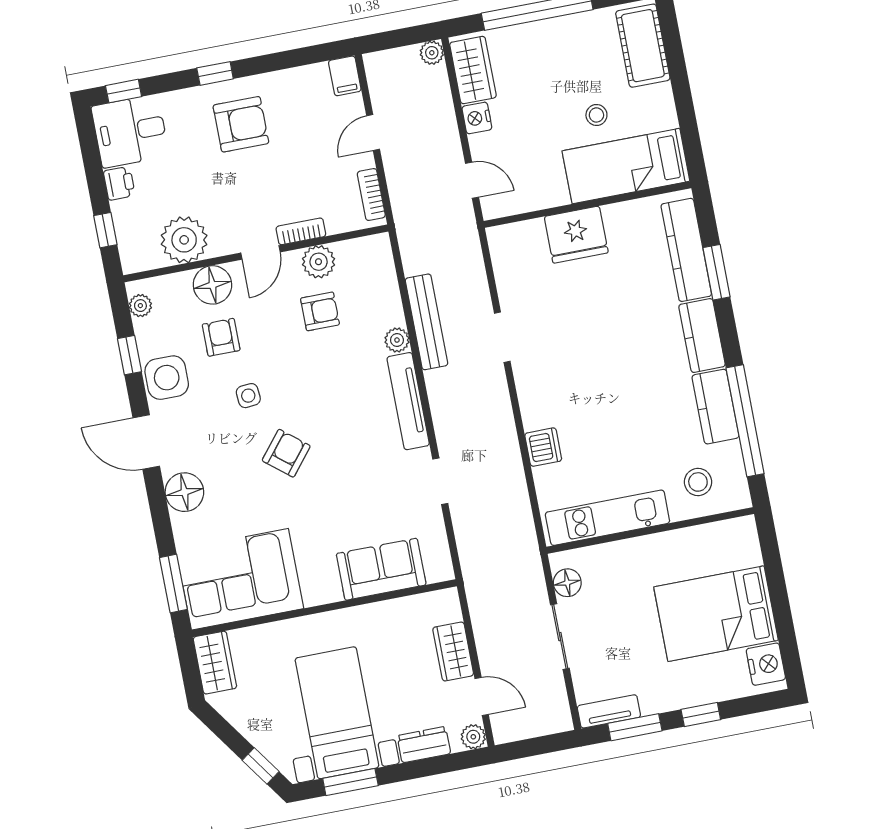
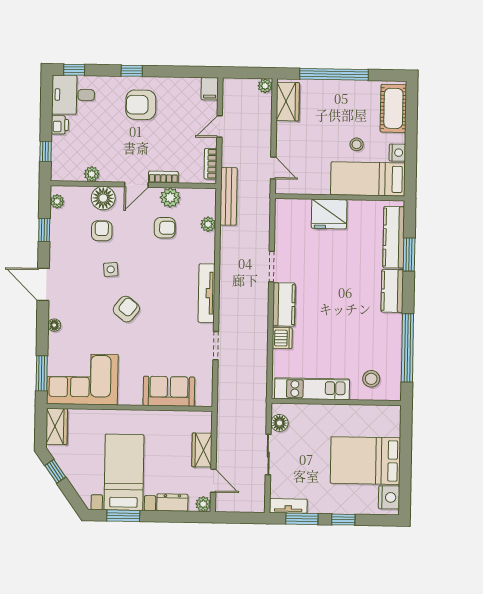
nightstand: (477, 118) -> (397, 153), moved, turned 180
armchair: (241, 124) -> (141, 105), turned 180
plant: (184, 240) -> (92, 174), width x0.53, depth x0.53
bench: (427, 322) -> (229, 196), moved
plant: (397, 340) -> (208, 224), moved
side table: (167, 378) -> (64, 248), removed
kitchen counter: (715, 407) -> (284, 304), moved, turned 180
floor lamp: (184, 492) -> (54, 325), width x0.53, depth x0.53
window: (261, 766) -> (55, 471), moved

